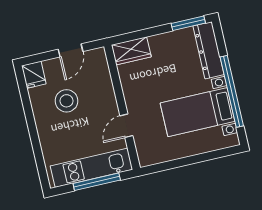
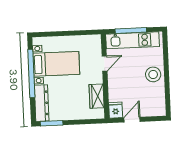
wardrobe: (131, 51) -> (97, 96), moved, turned -90
fridge: (34, 75) -> (116, 110), moved
stool: (67, 101) -> (153, 74), moved

